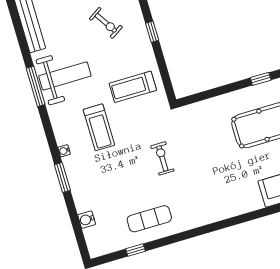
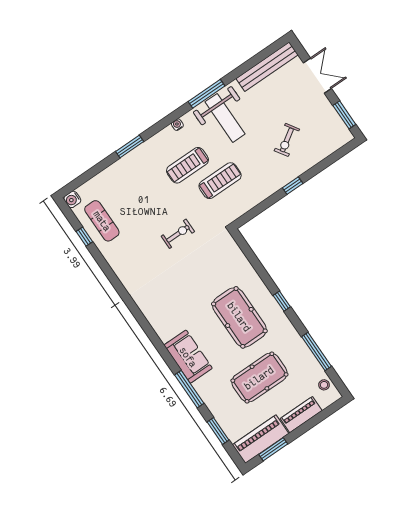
treadmill: (133, 87) -> (220, 181), moved, turned 90
water cooler: (64, 151) -> (177, 125), moved
exercise mat: (149, 219) -> (102, 221), moved
water cooler: (87, 220) -> (72, 199), moved, turned -90

